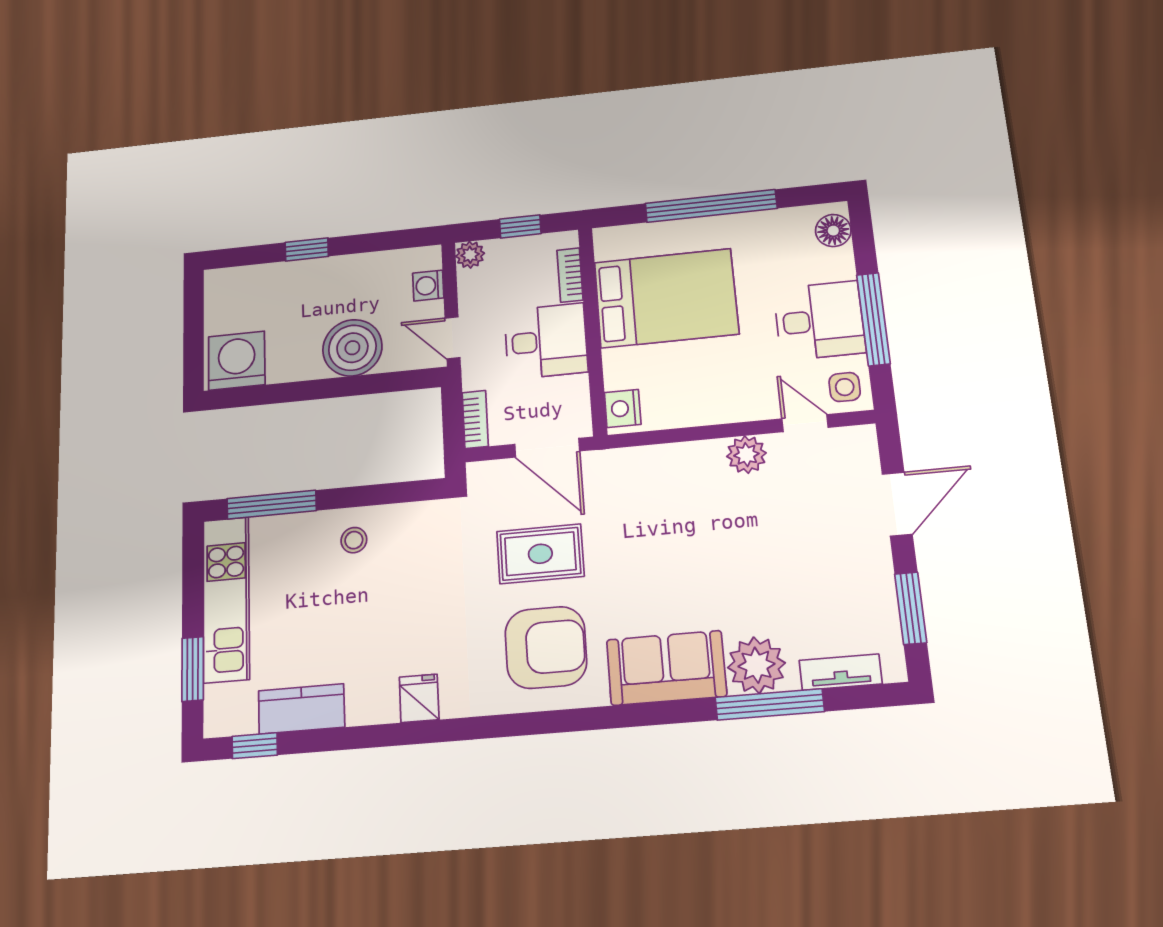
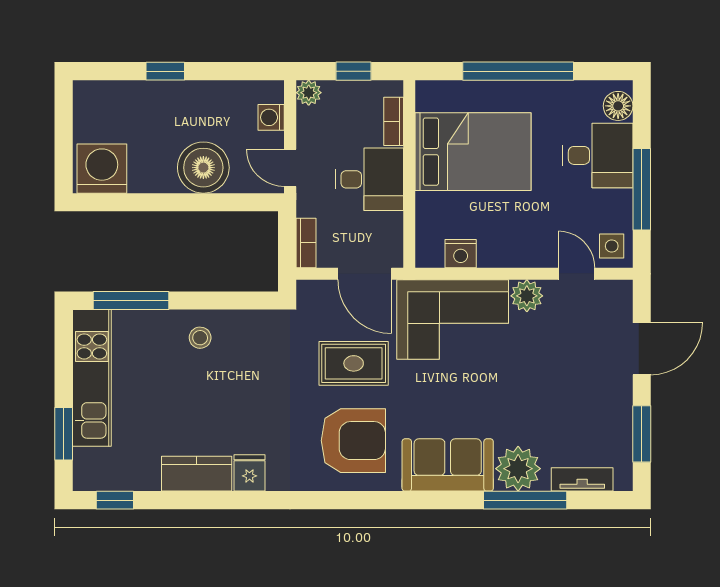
desk: (819, 321) -> (598, 155), moved
nightstand: (623, 408) -> (461, 254), moved, turned -90
corner sofa: (658, 491) -> (453, 319), added
kitchen counter: (301, 709) -> (197, 474), moved

